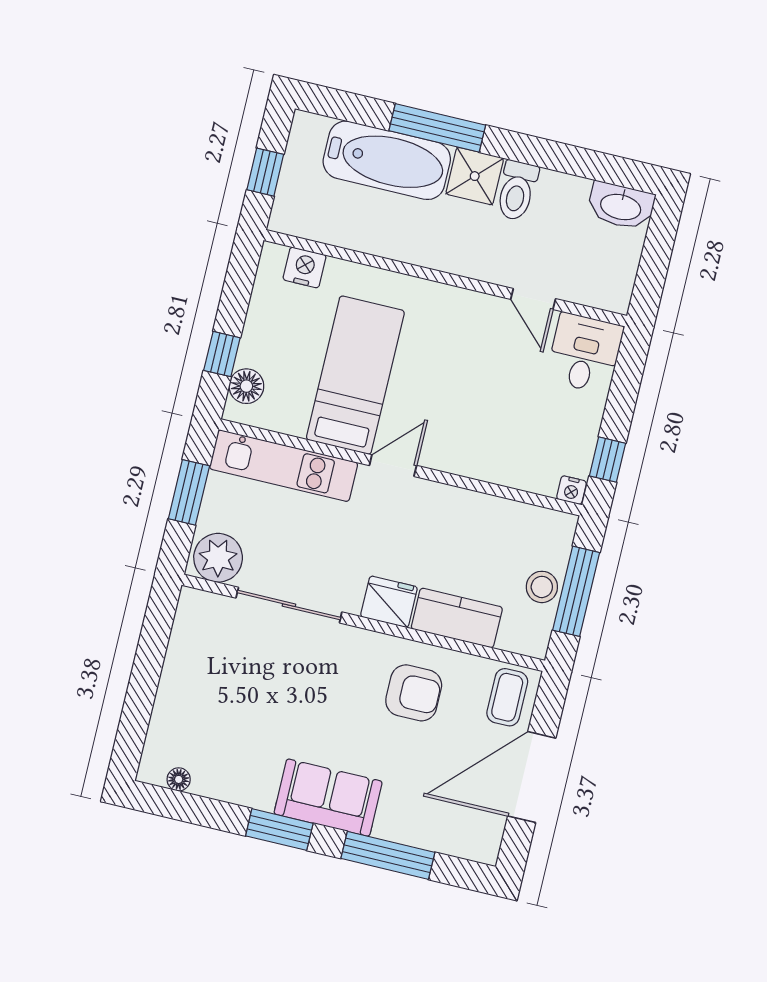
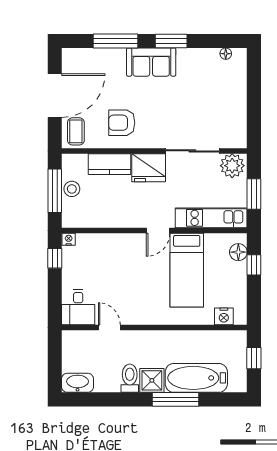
fridge: (389, 602) -> (149, 168), width x1.36, depth x1.34

